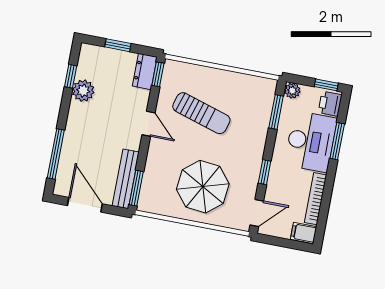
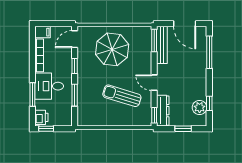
dresser: (145, 72) -> (163, 111), width x1.44
plant: (83, 91) -> (200, 107), moved
plant: (292, 91) -> (67, 121), removed
window: (276, 112) -> (75, 95), moved
desk: (311, 142) -> (49, 86), width x0.73

